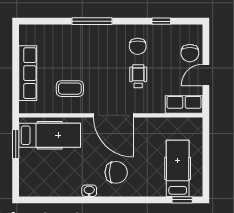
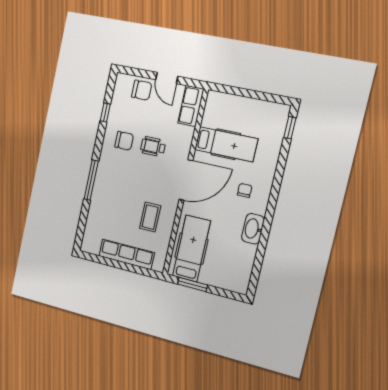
hospital bed: (178, 168) -> (226, 144), moved, turned 180
chair: (116, 172) -> (245, 190), width x0.54, depth x0.54
washbasin: (89, 191) -> (253, 229), width x1.91, depth x1.45

